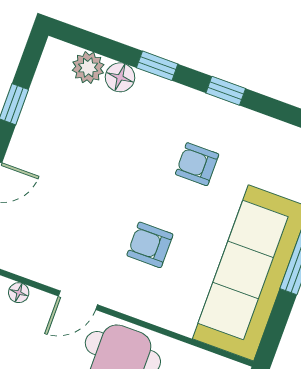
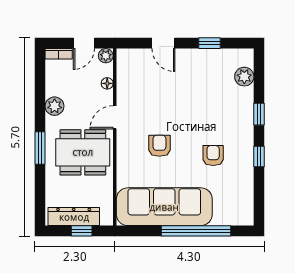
floor lamp: (120, 77) -> (245, 96), removed
door: (78, 300) -> (115, 117), hinge flipped

